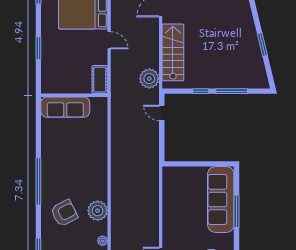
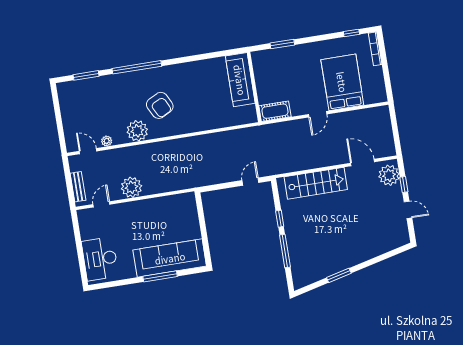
window: (38, 48) -> (282, 44), moved
plant: (149, 79) -> (131, 187), moved
window: (38, 181) -> (137, 67), moved
armchair: (64, 213) -> (160, 105), moved

